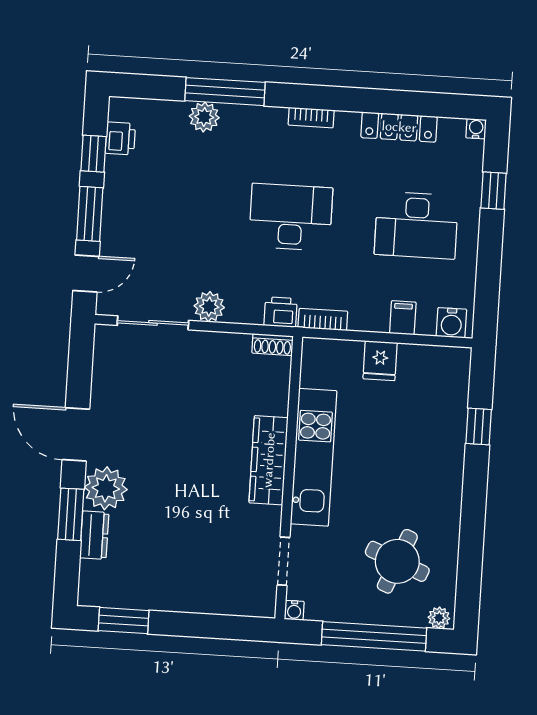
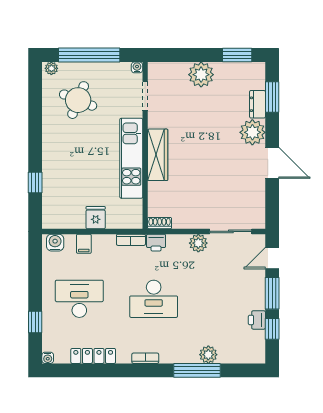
printer: (120, 138) -> (257, 320), moved
window: (71, 514) -> (272, 97), moved
plant: (187, 591) -> (201, 75), added

